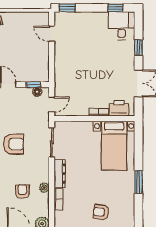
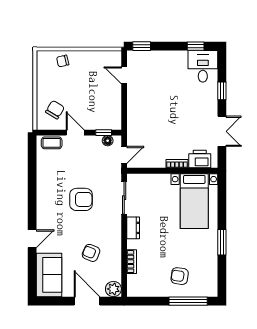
dresser: (60, 174) -> (133, 228), width x0.70
plant: (44, 188) -> (116, 249), removed
armchair: (22, 192) -> (91, 253), turned -68

